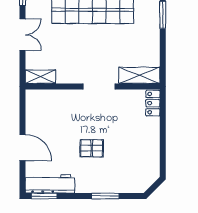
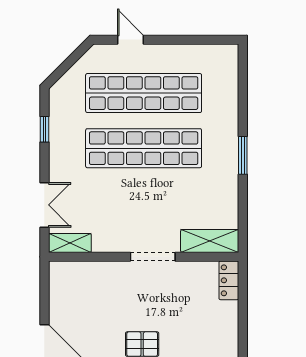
double door: (22, 35) -> (44, 205), moved

